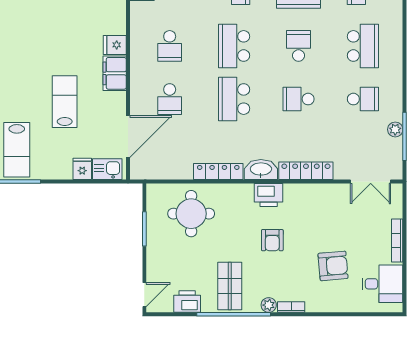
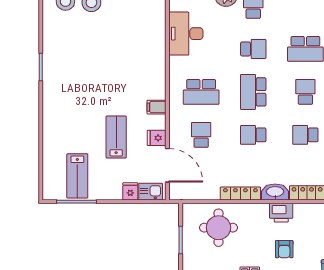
fridge: (115, 45) -> (157, 138), moved
school desk: (170, 46) -> (201, 92), width x1.85
filing cabinet: (115, 73) -> (157, 107), width x0.50
school desk: (170, 99) -> (201, 135), turned 180
school desk: (234, 99) -> (253, 135), width x0.54
door: (128, 137) -> (167, 165), hinge flipped

